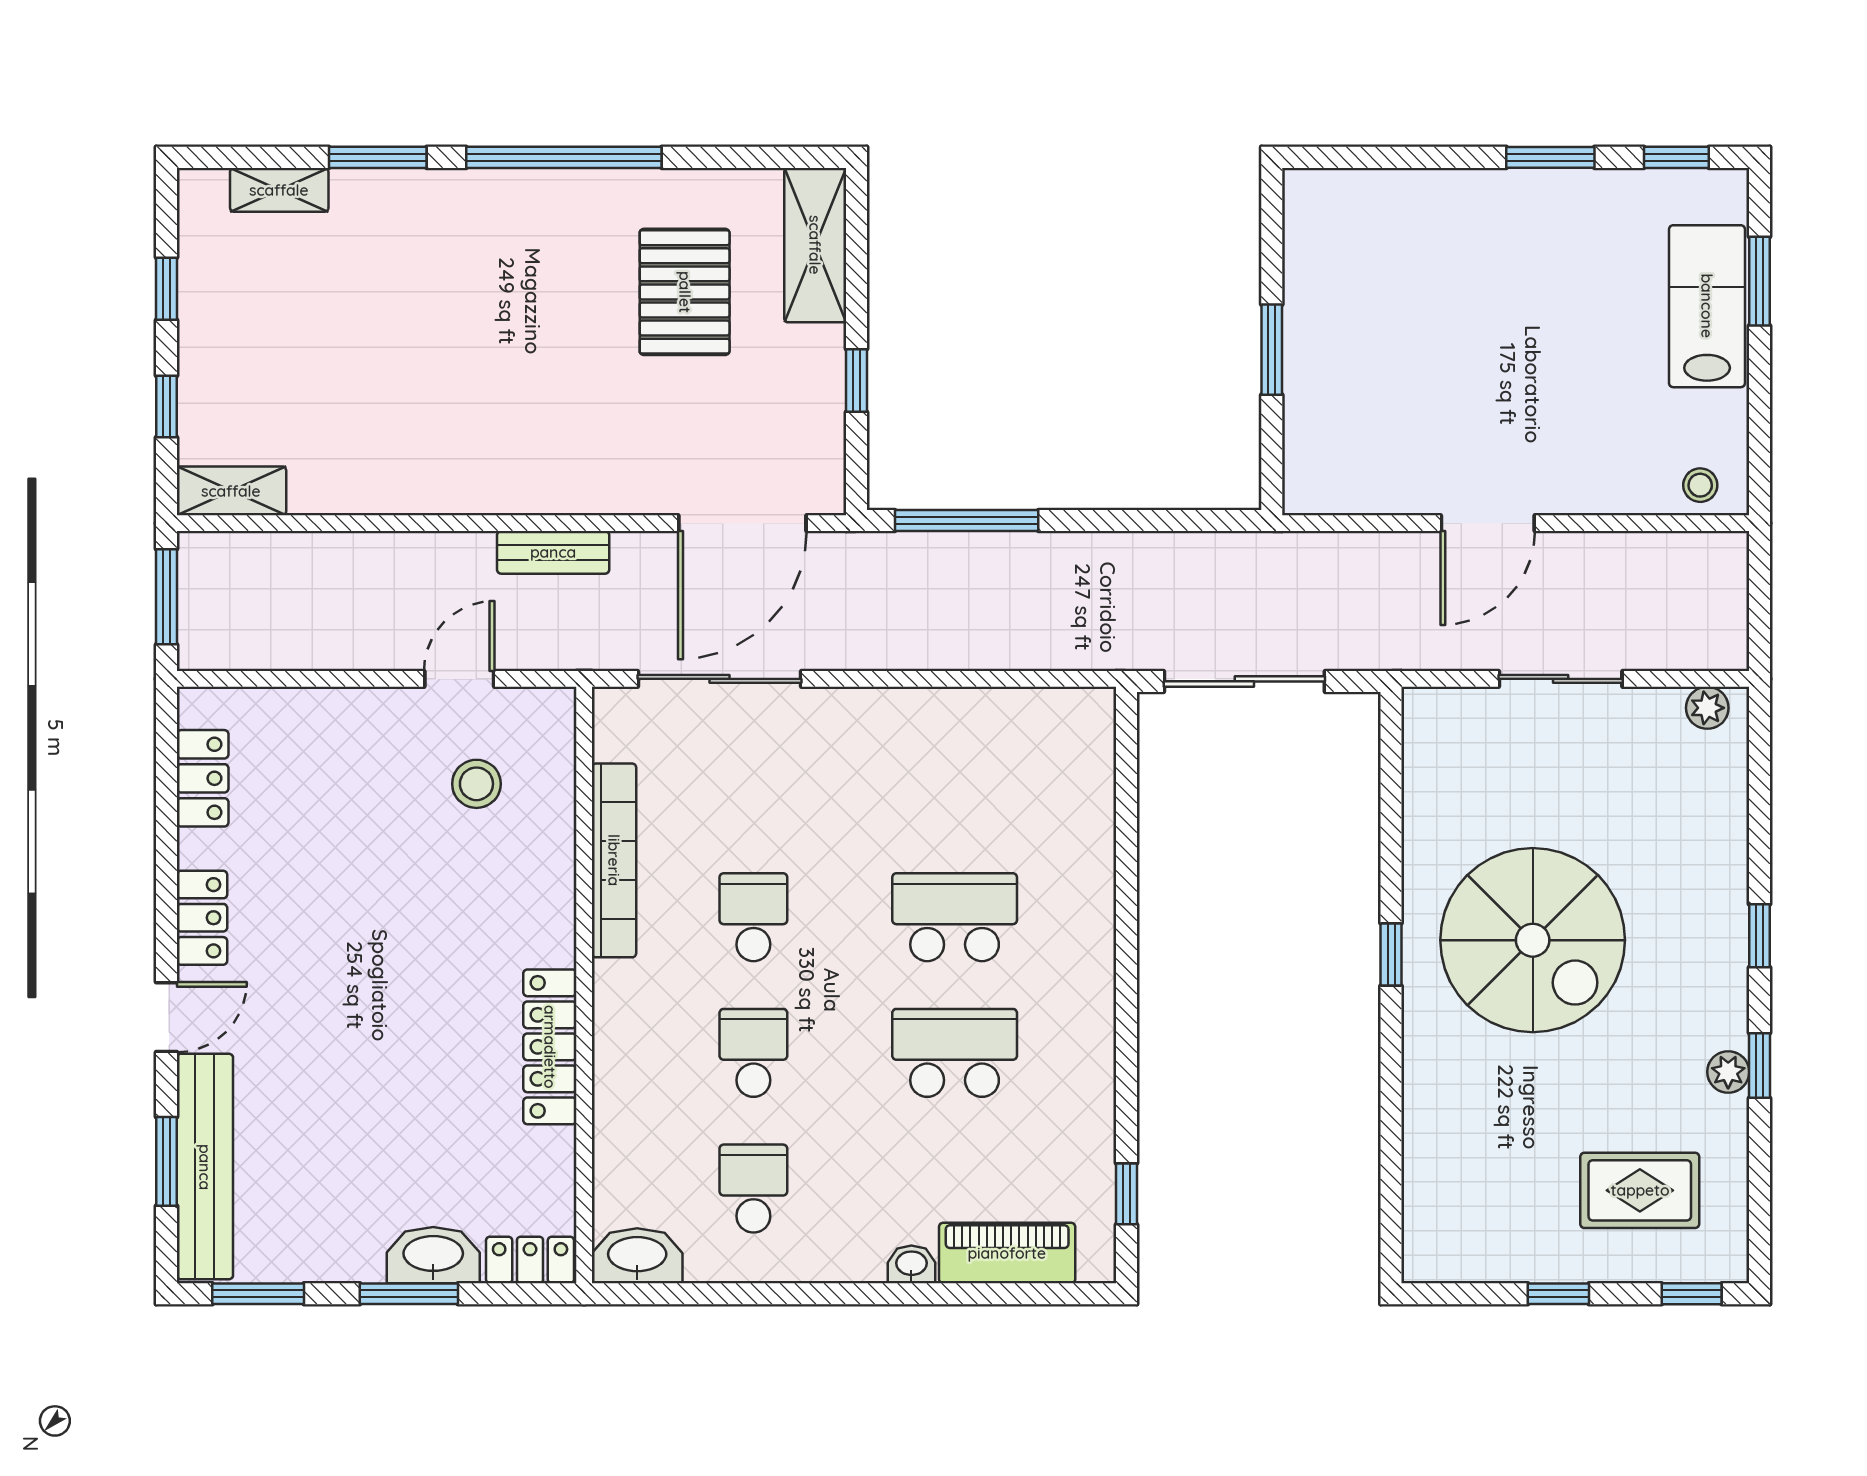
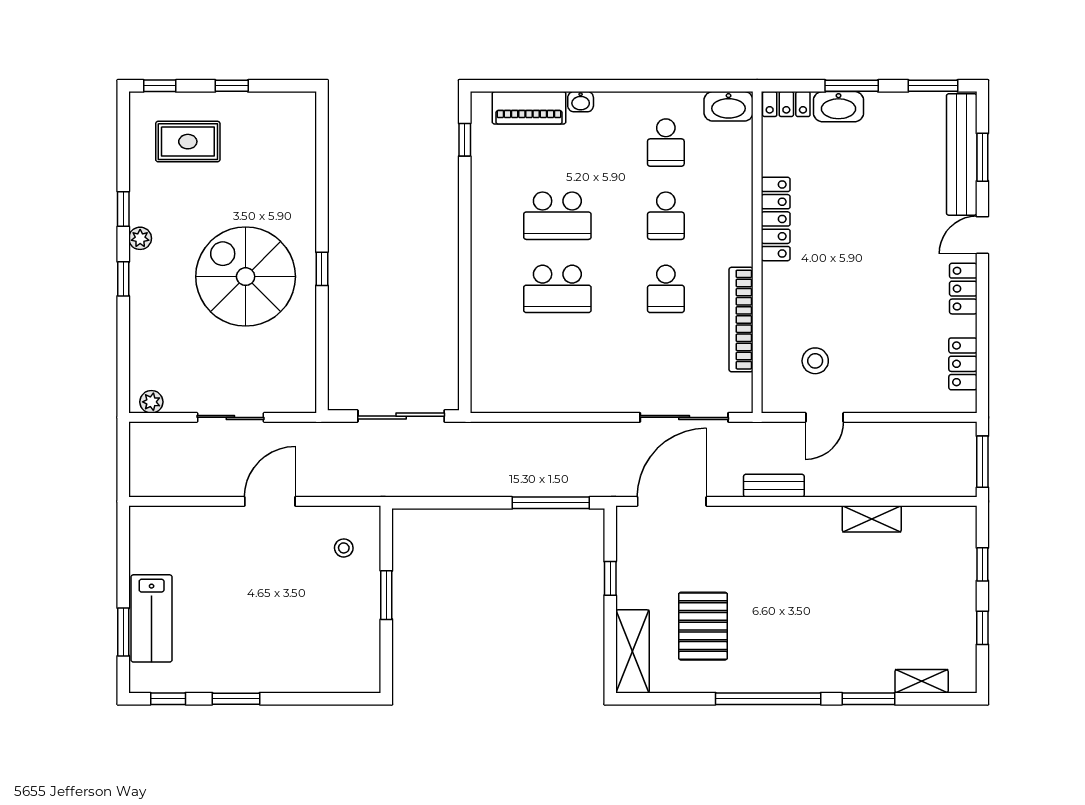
stool: (1700, 485) -> (344, 548), moved
shelving: (231, 491) -> (872, 519), moved
plant: (1728, 1072) -> (140, 238), moved

